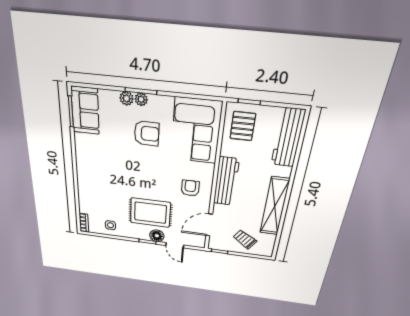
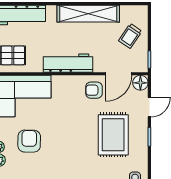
armchair: (190, 188) -> (94, 90), moved
door: (209, 225) -> (119, 74), hinge flipped
floor lamp: (157, 236) -> (140, 83), moved

